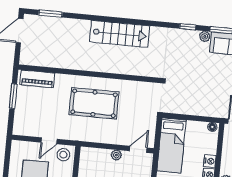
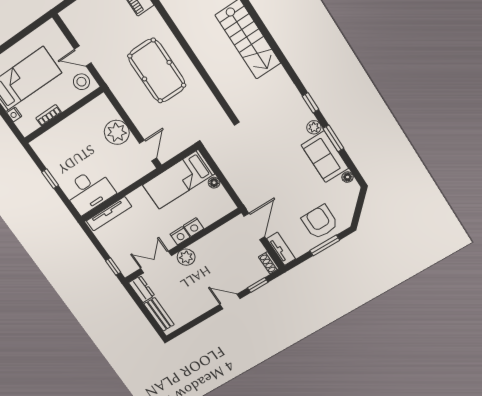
floor lamp: (212, 127) -> (214, 183), moved
door: (138, 149) -> (148, 151), hinge flipped
plant: (116, 155) -> (117, 132), width x1.87, depth x1.87

